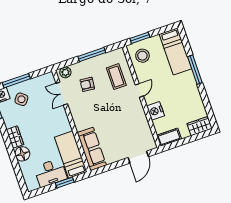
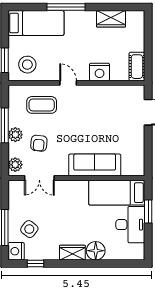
plant: (88, 65) -> (15, 135), added
wardrobe: (200, 126) -> (111, 19), moved, turned -90
sofa: (92, 149) -> (95, 165), moved

